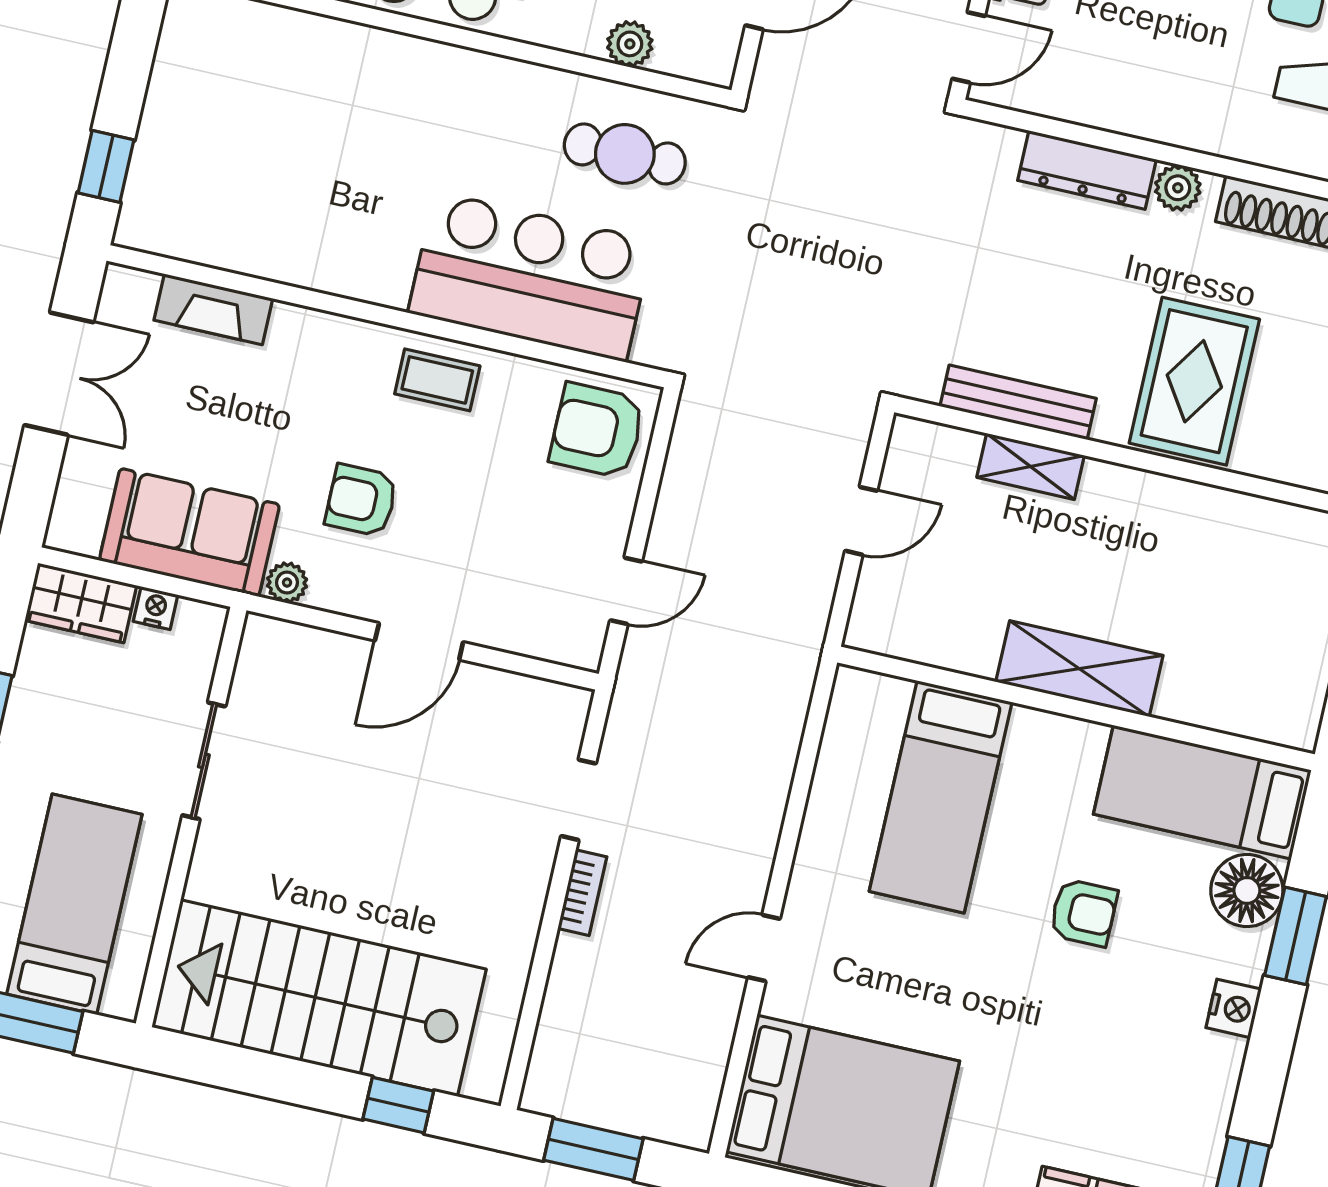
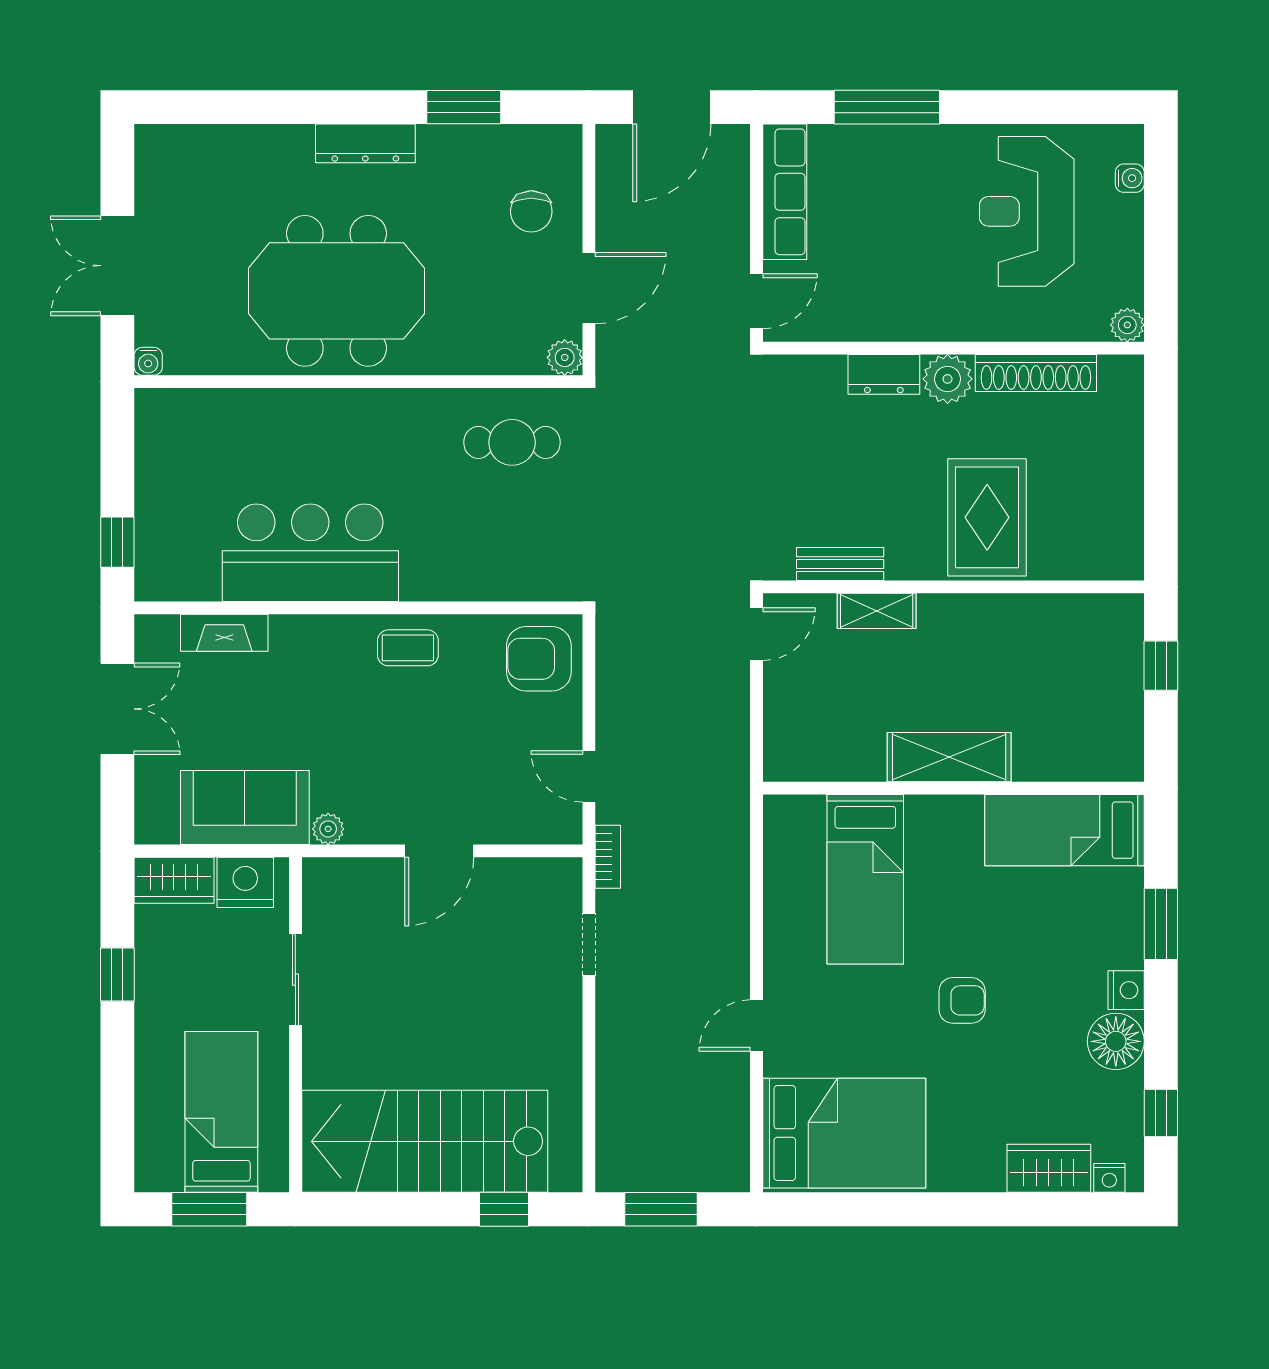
plant: (630, 44) -> (565, 357), moved
dresser: (1087, 170) -> (884, 374), width x0.70
plant: (1178, 188) -> (948, 379), width x1.38, depth x1.38
bar counter: (531, 277) -> (310, 553), moved
bench: (1018, 402) -> (840, 564), width x0.73
armchair: (361, 500) -> (371, 753), removed
door: (861, 521) -> (756, 634), moved
door: (626, 591) -> (589, 776), swing flipped
nightstand: (156, 608) -> (245, 882), width x1.89, depth x1.79
floor lamp: (1247, 890) -> (1116, 1041), moved
bookcase: (582, 893) -> (608, 857), moved
armchair: (1084, 913) -> (962, 1000), moved

